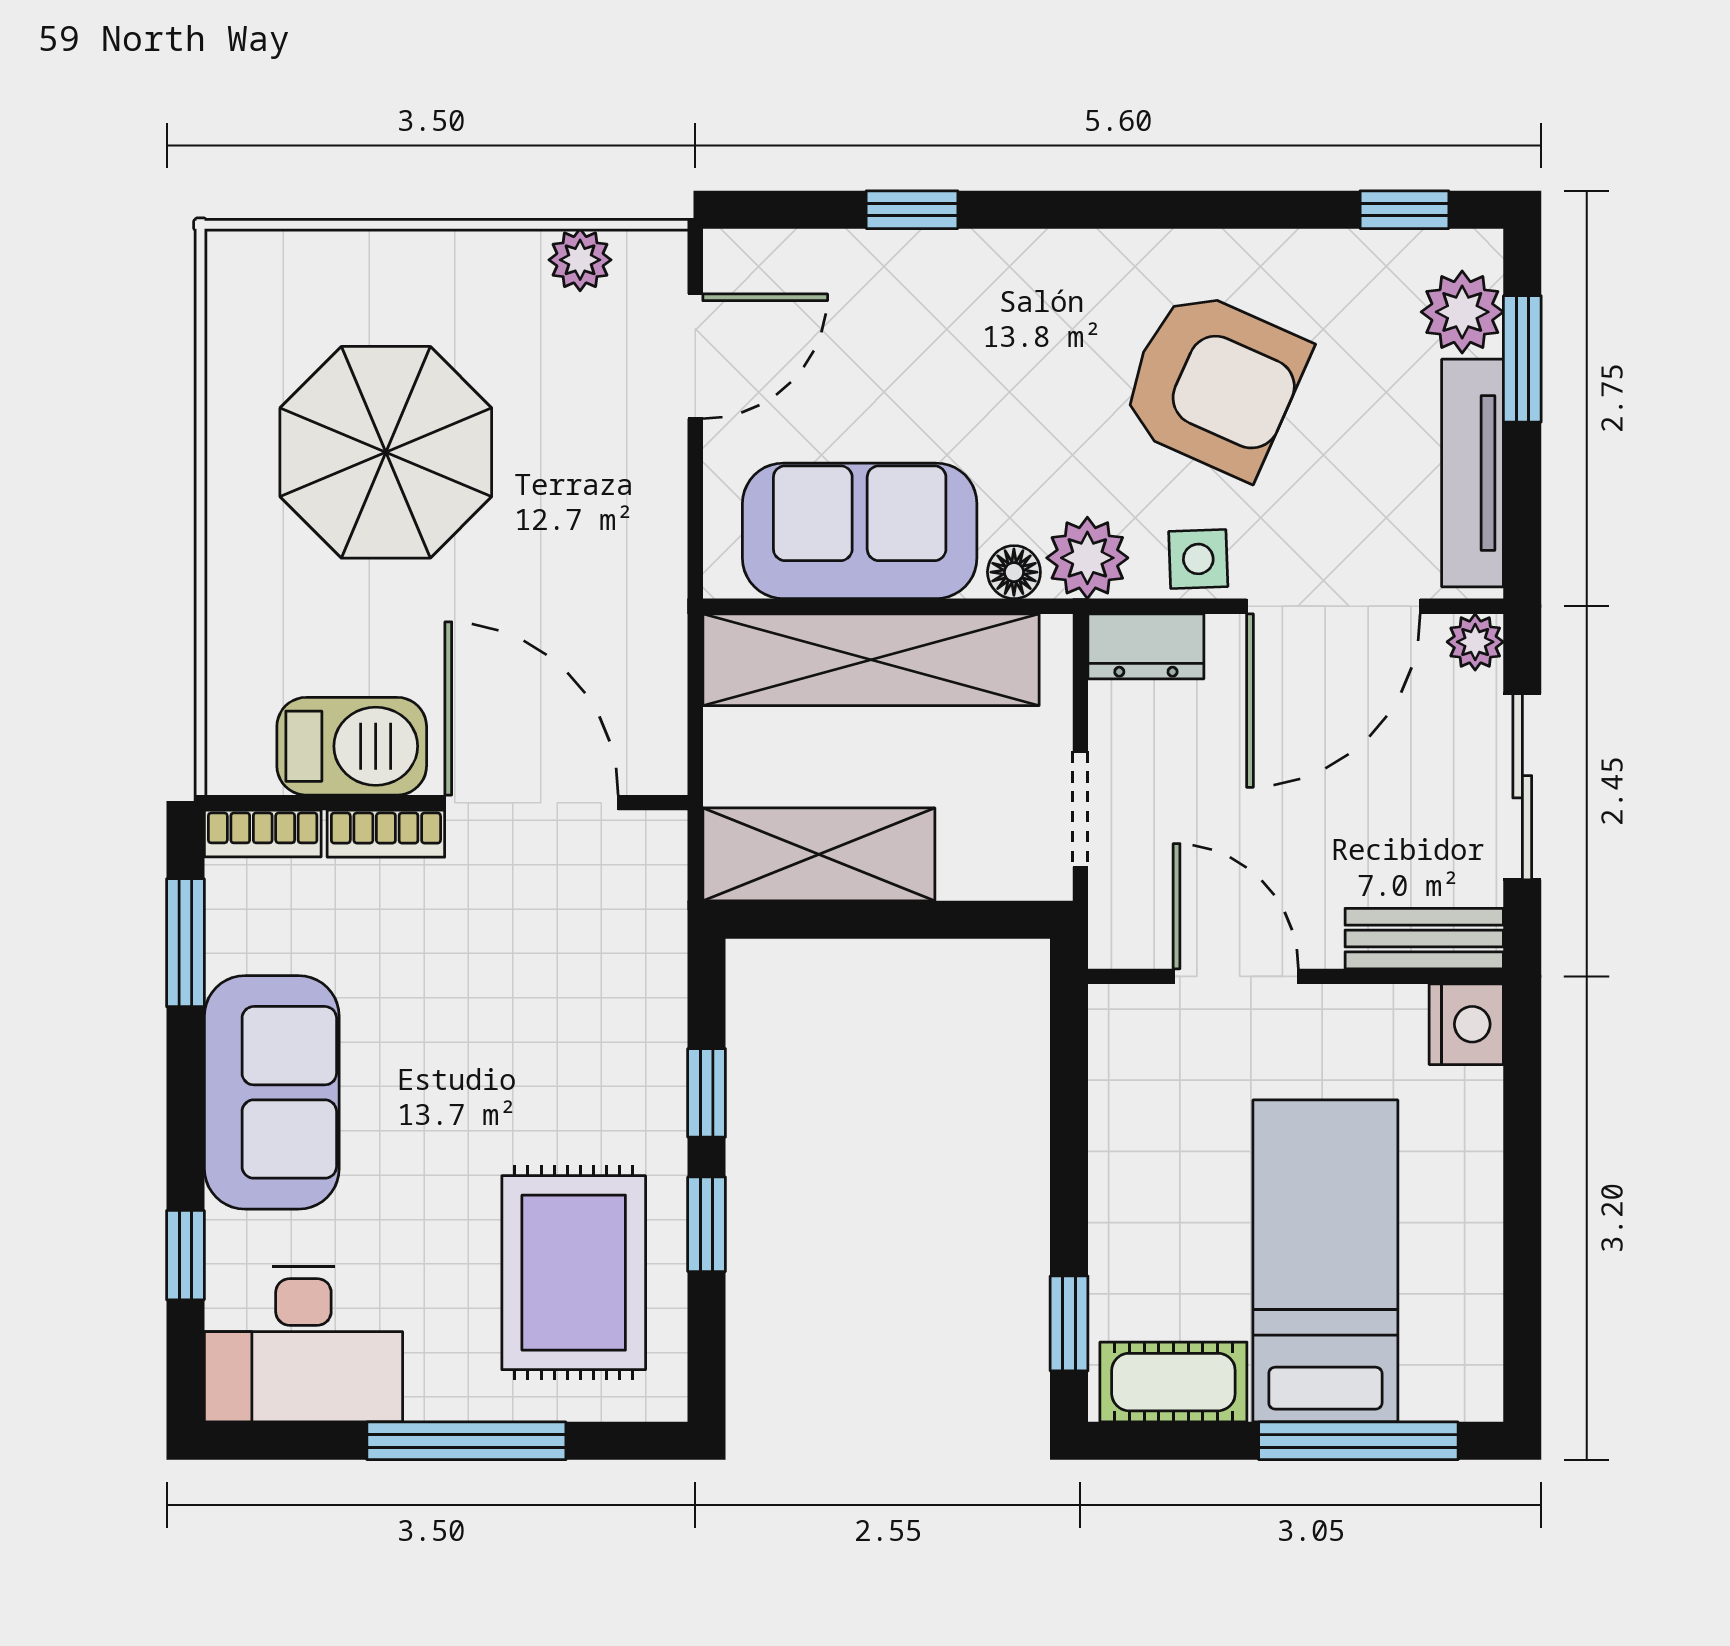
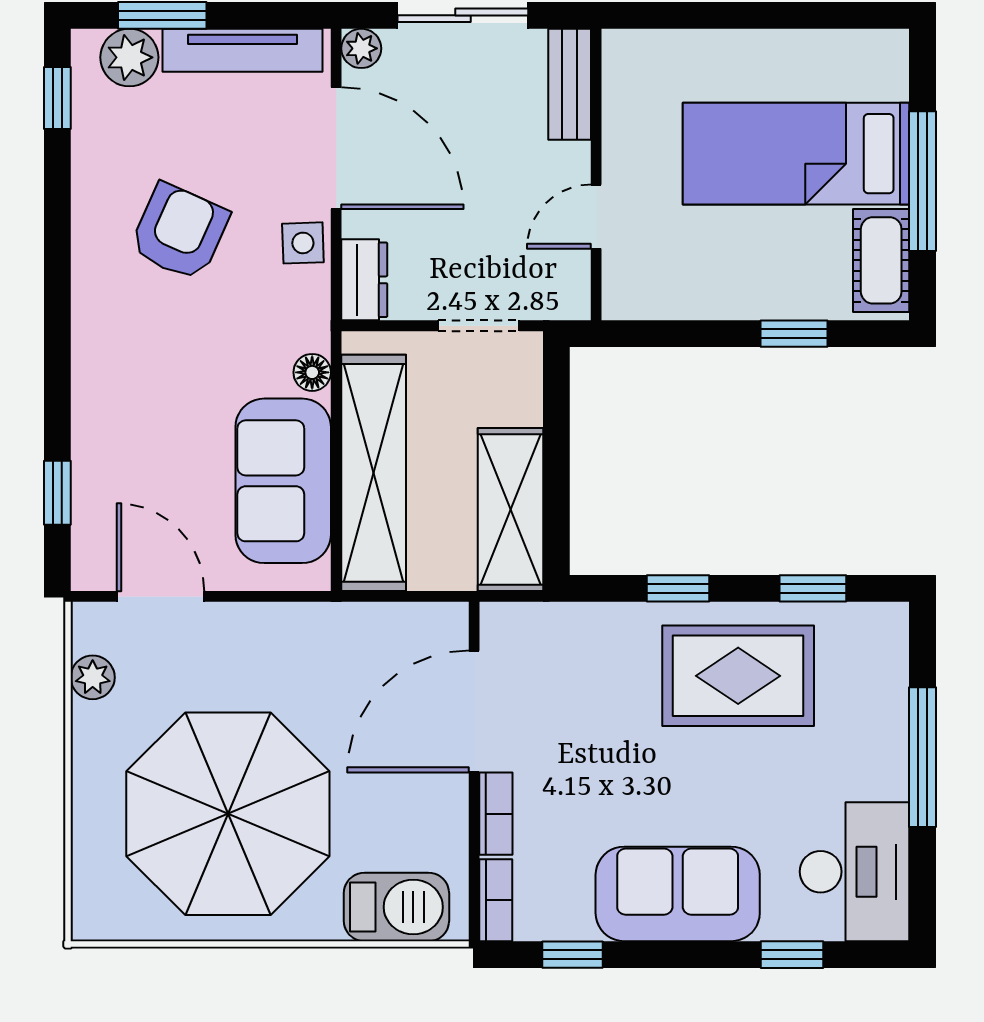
window: (912, 210) -> (57, 493), moved
armchair: (1214, 383) -> (179, 232), width x0.73, depth x0.73
parasol: (386, 452) -> (228, 814), width x1.36, depth x1.36
plant: (1087, 558) -> (302, 321), removed
barbecue: (352, 746) -> (396, 907), moved, turned 90
window: (185, 943) -> (573, 955), width x0.67
door: (1236, 976) -> (596, 217), width x0.73
nightstand: (1466, 1024) -> (630, 55), removed
window: (707, 1224) -> (813, 588), moved
rug: (574, 1273) -> (738, 676), moved
window: (1069, 1323) -> (794, 334), moved
window: (1358, 1441) -> (922, 181), moved

